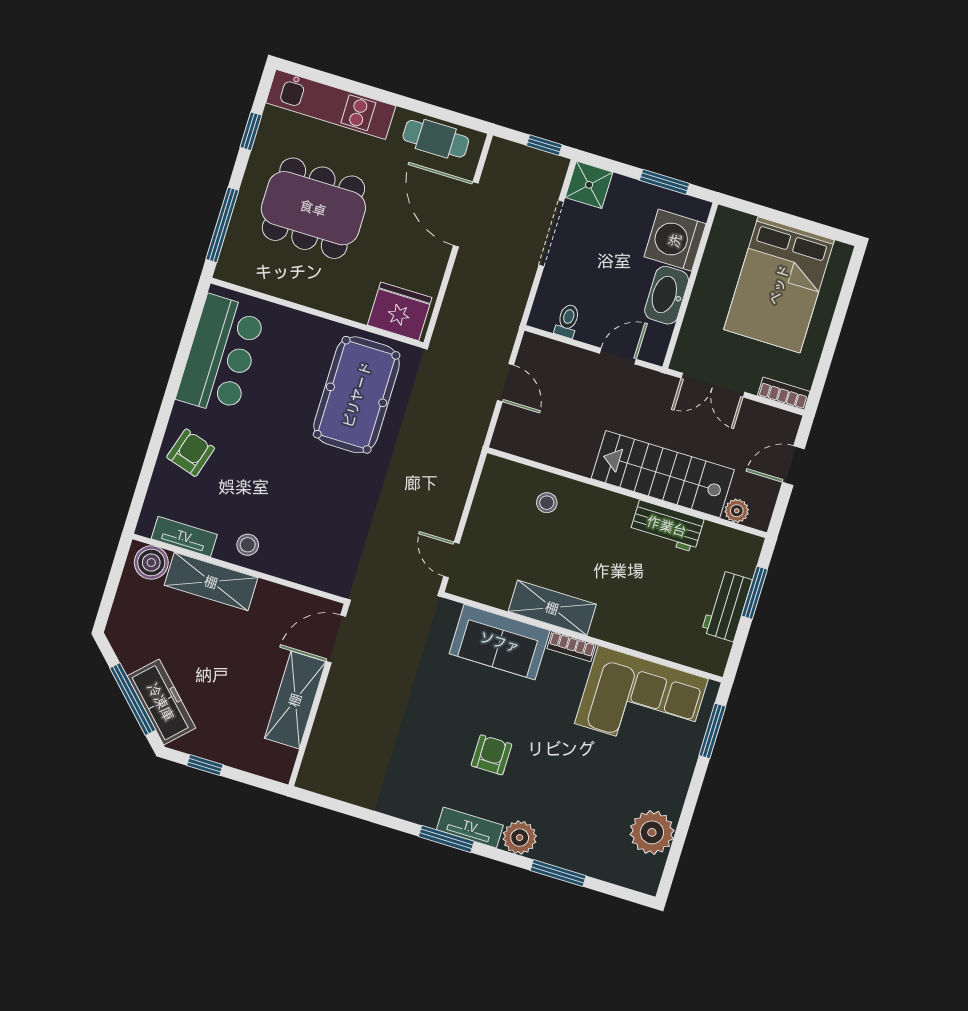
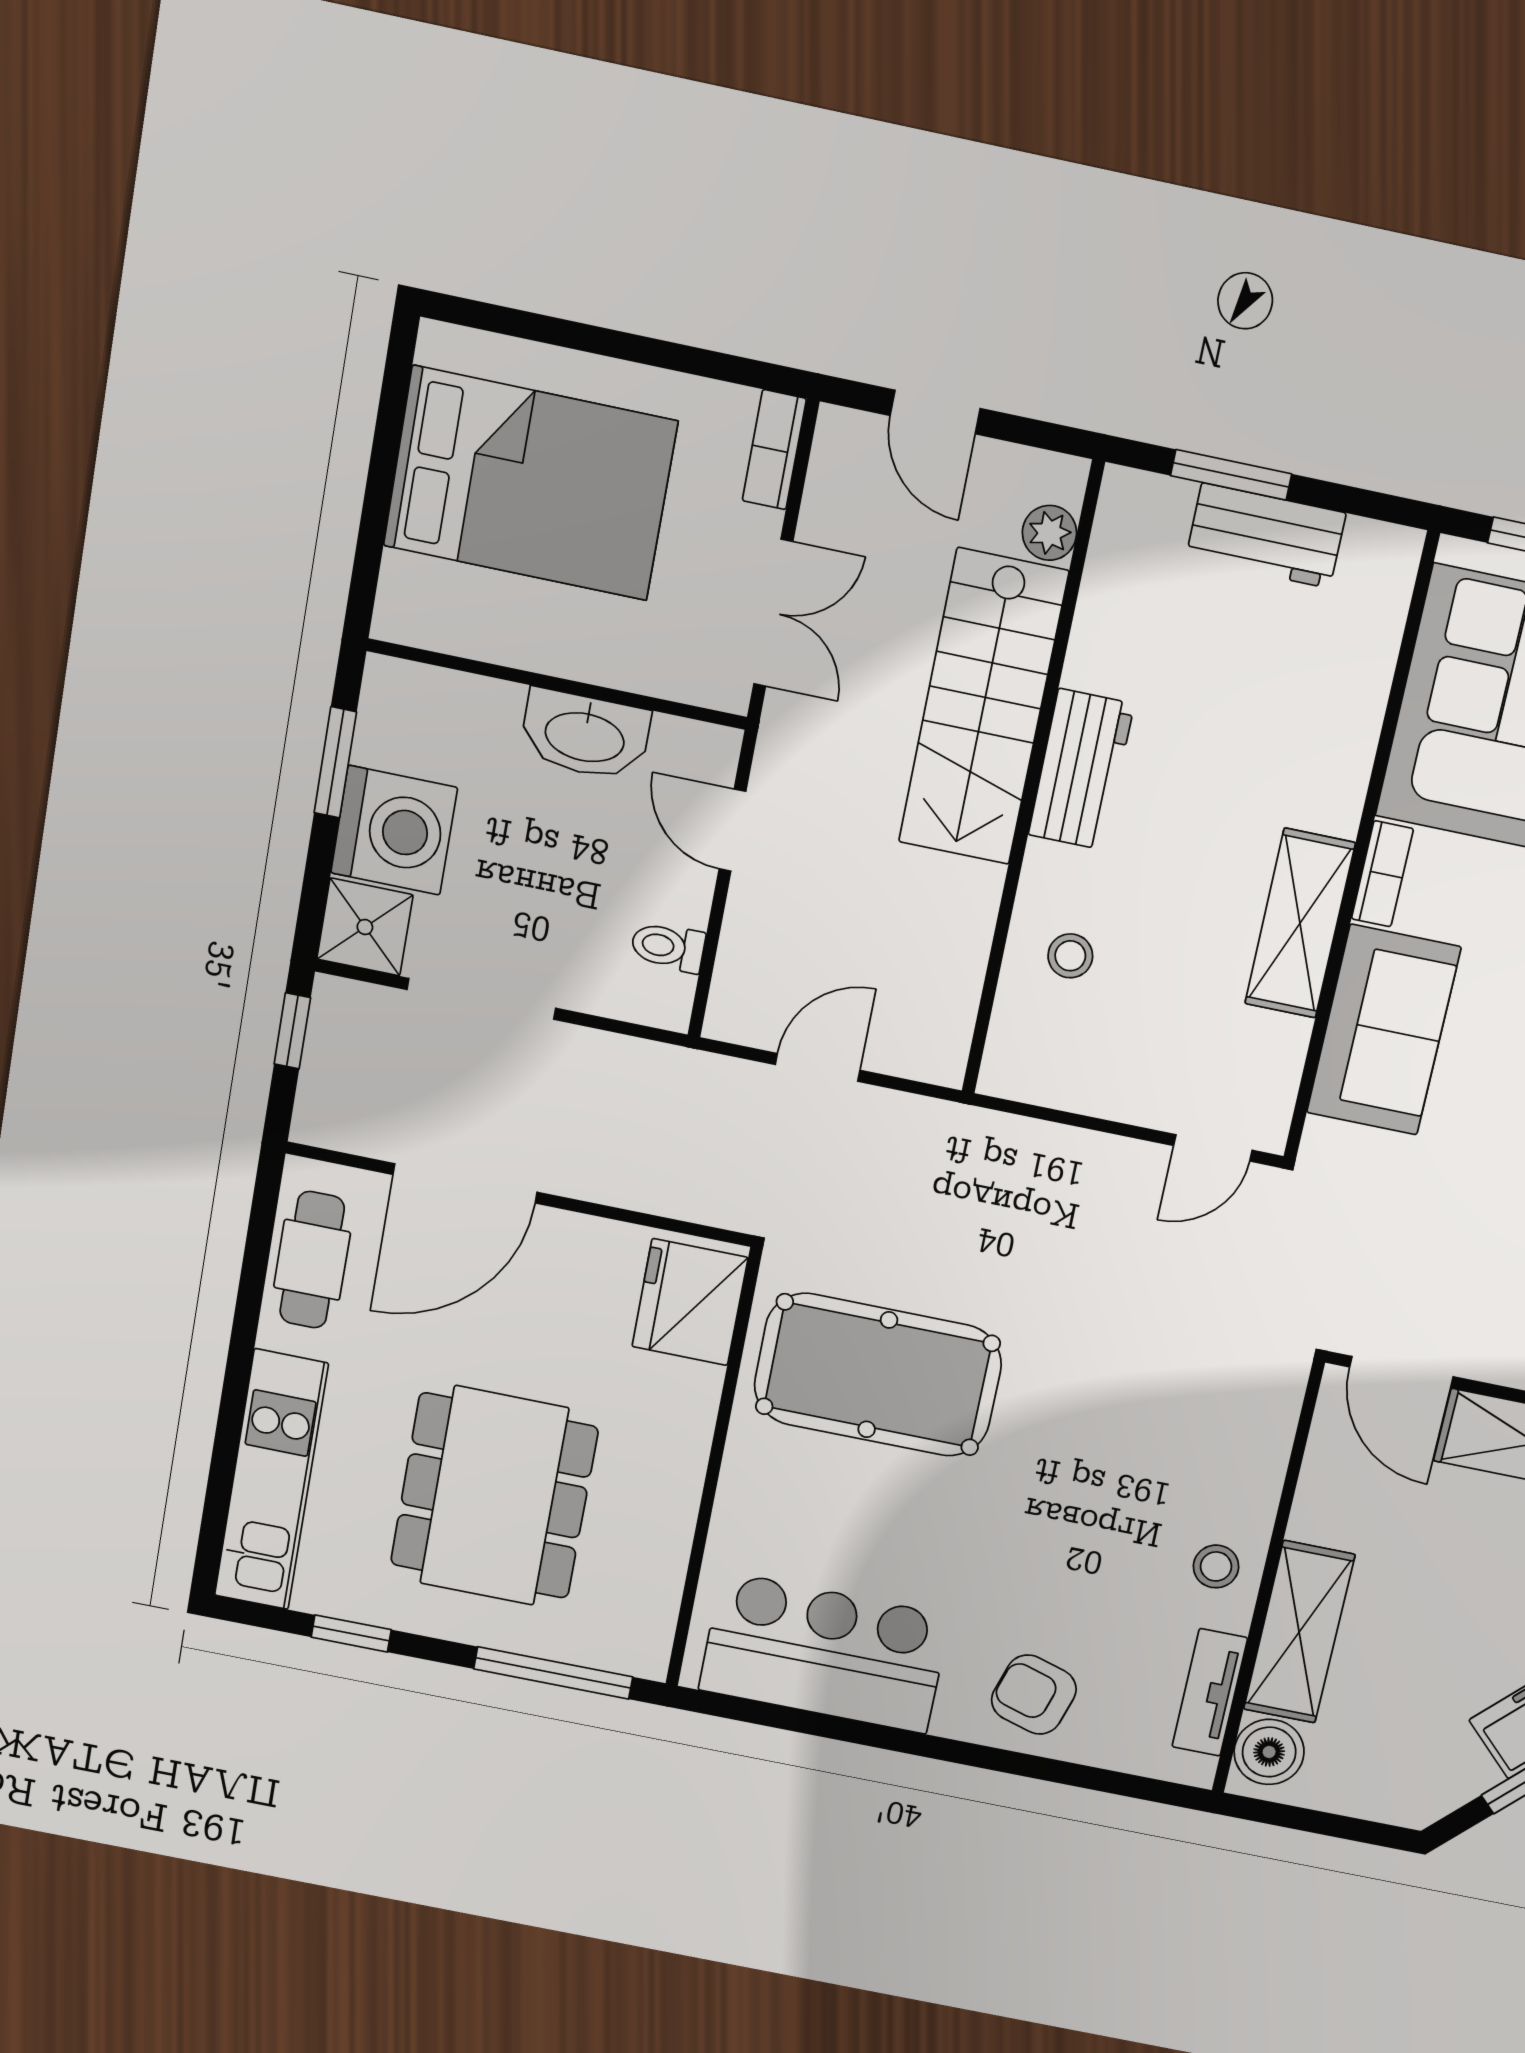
washing machine: (675, 240) -> (394, 830), moved, turned -90
workbench: (667, 526) -> (1081, 769), moved

